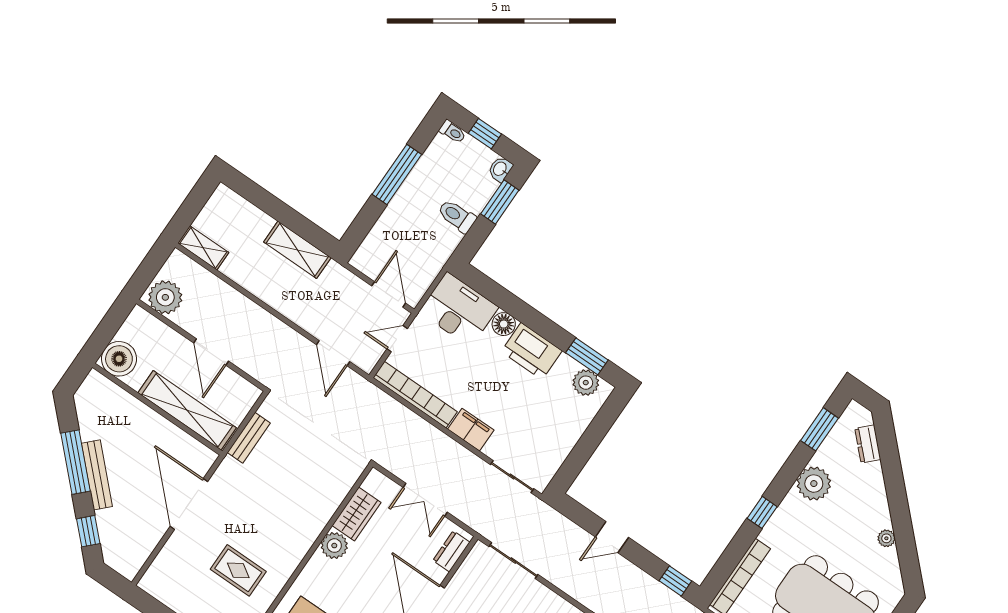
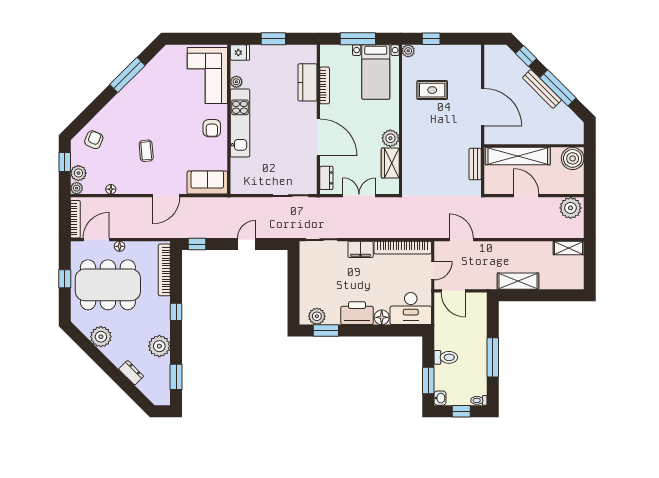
dresser: (868, 444) -> (131, 373), moved
plant: (886, 538) -> (101, 337), width x1.88, depth x1.88

